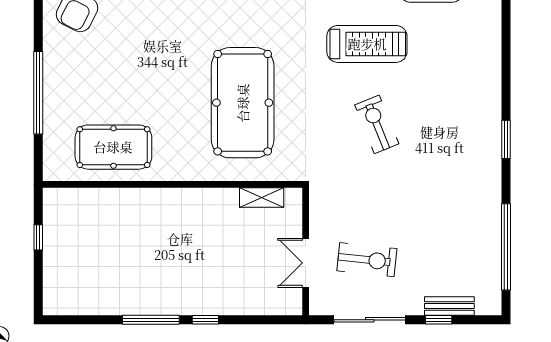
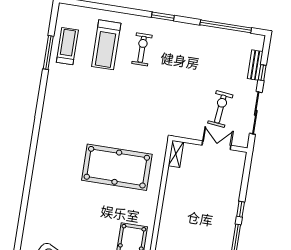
treadmill: (367, 44) -> (106, 45), moved, turned 180
exercise bike: (377, 124) -> (142, 49), moved, turned 112
shelving: (262, 198) -> (176, 154), moved
double door: (306, 263) -> (217, 145), swing flipped

